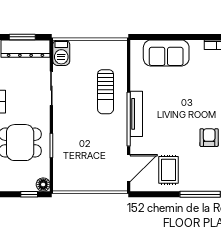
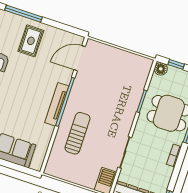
rug: (169, 170) -> (31, 41), moved

